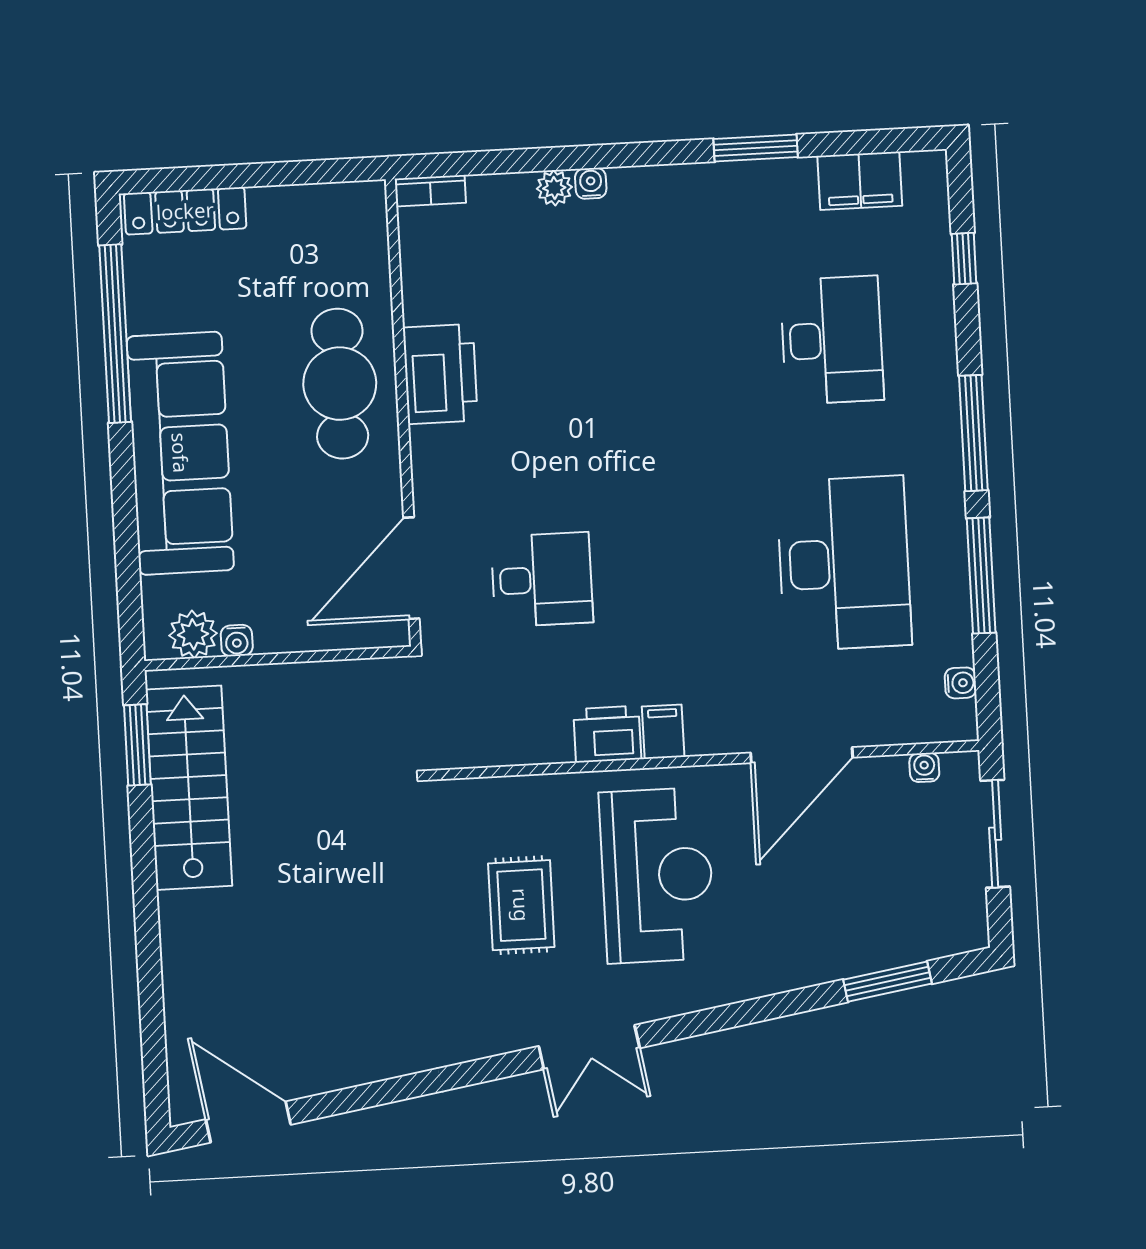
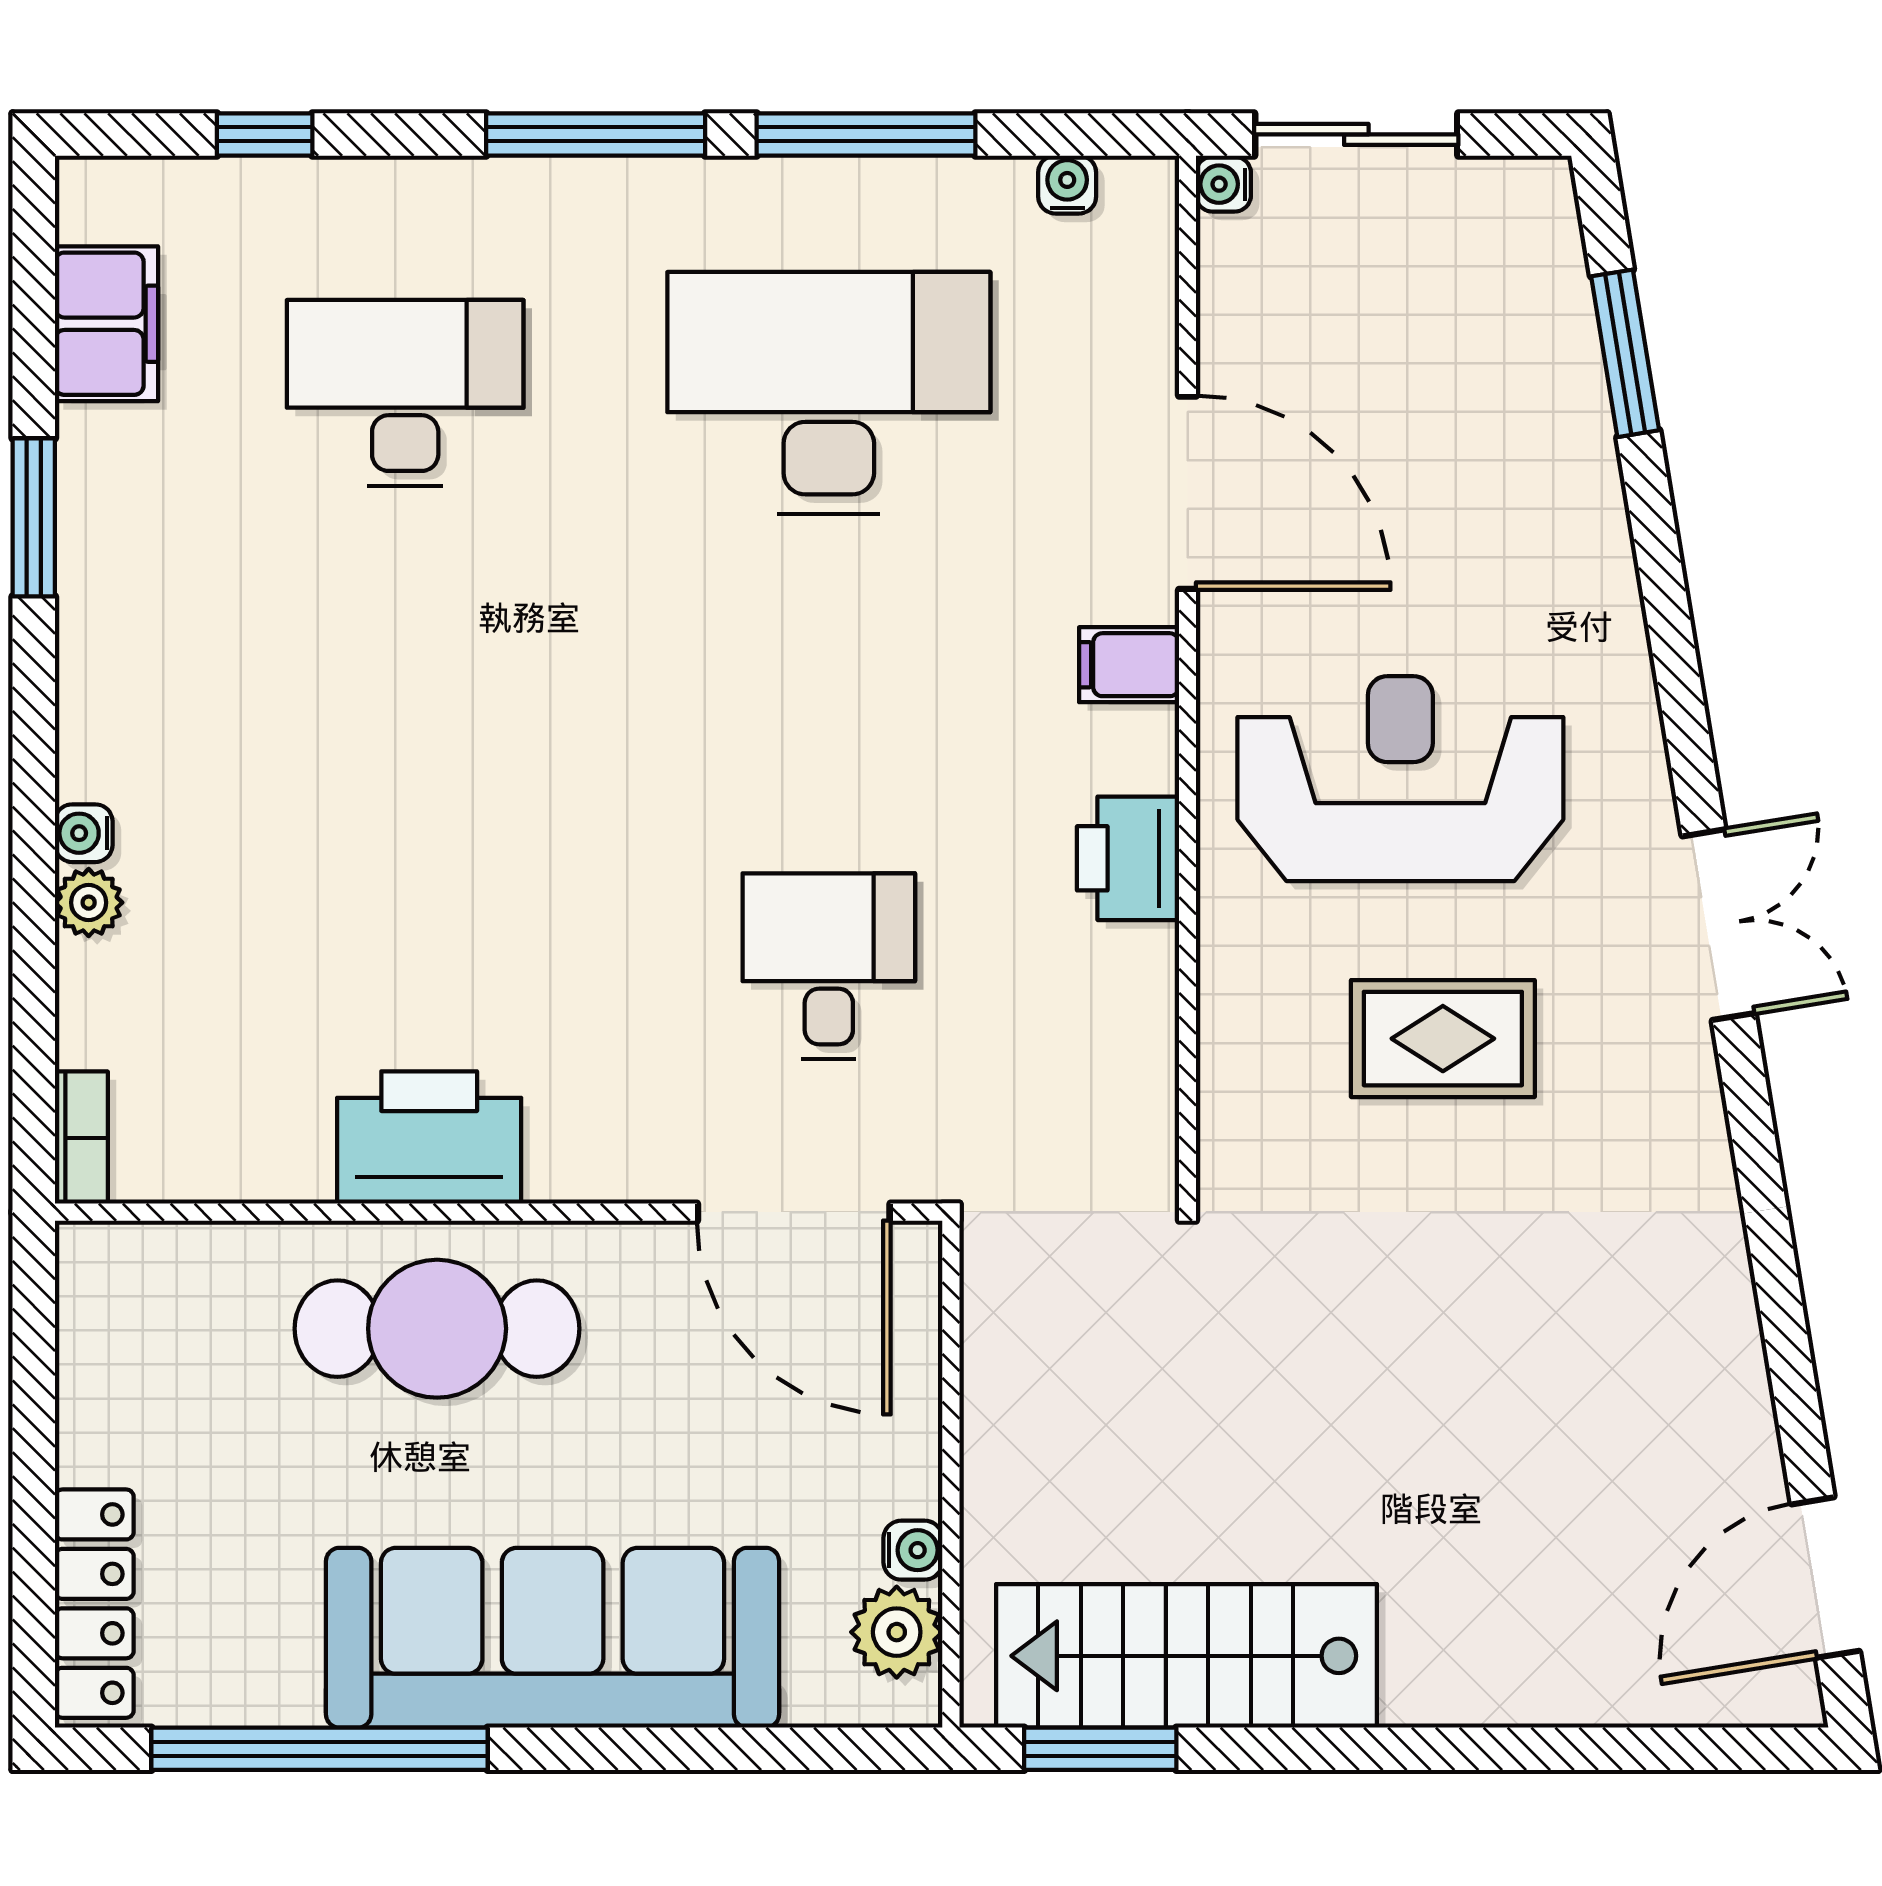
filing cabinet: (663, 732) -> (1129, 665), moved
water cooler: (924, 767) -> (1223, 184), moved

